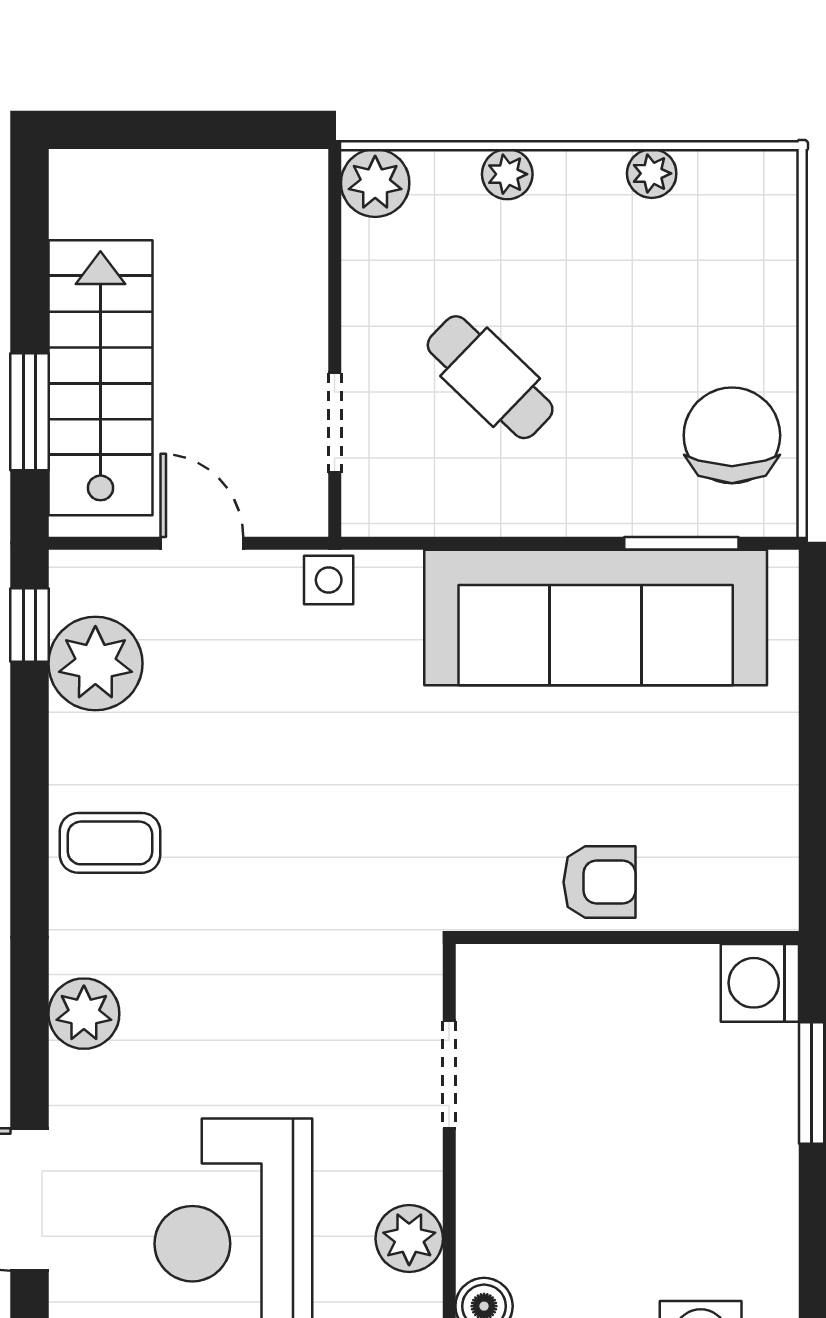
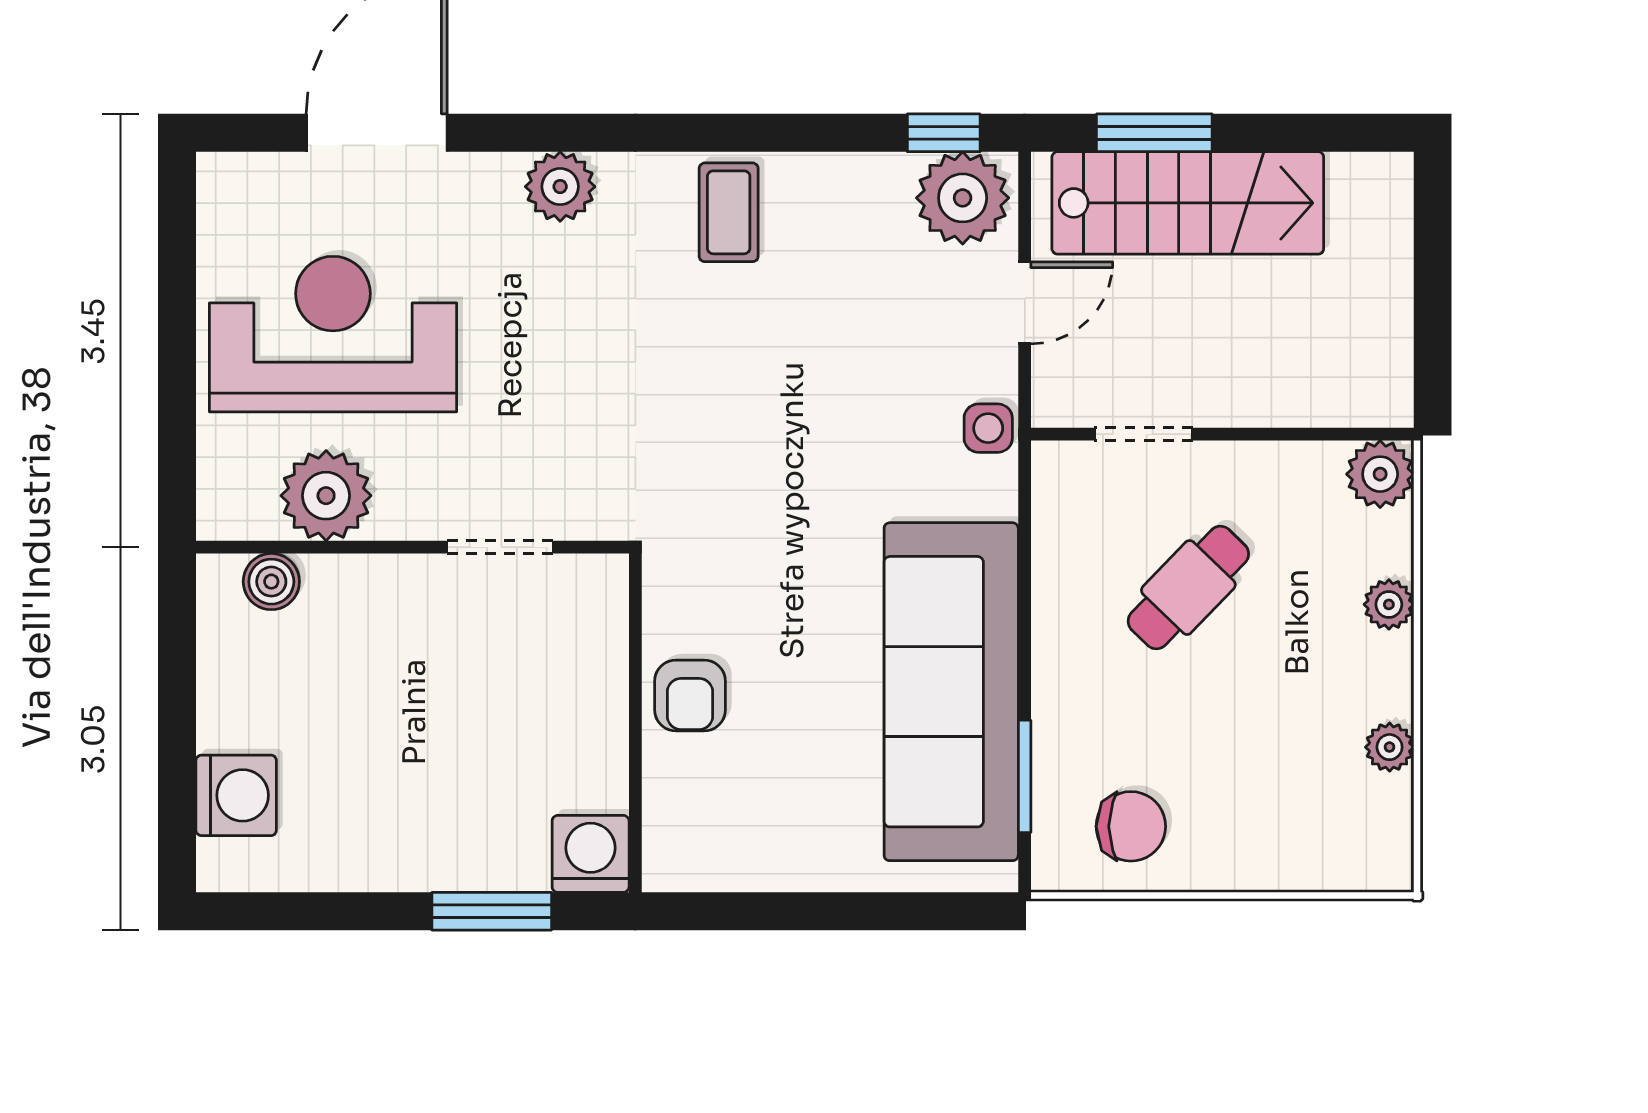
chair: (732, 435) -> (1131, 826), width x0.73, depth x0.73
plant: (95, 663) -> (963, 198), moved
plant: (409, 1239) -> (326, 496), width x1.36, depth x1.36

